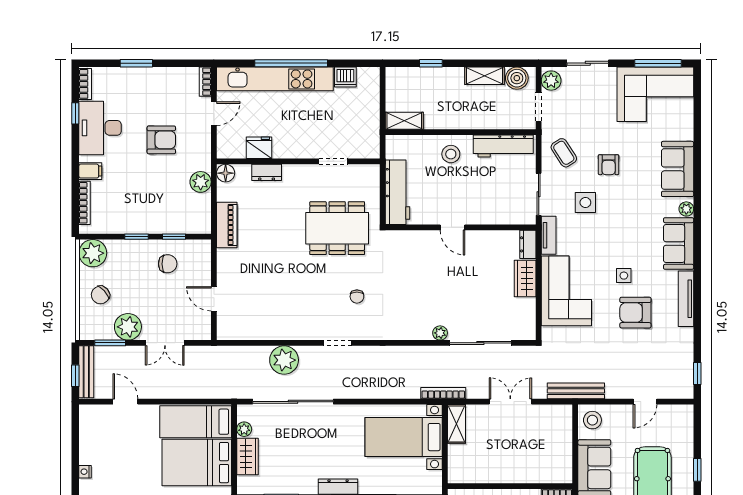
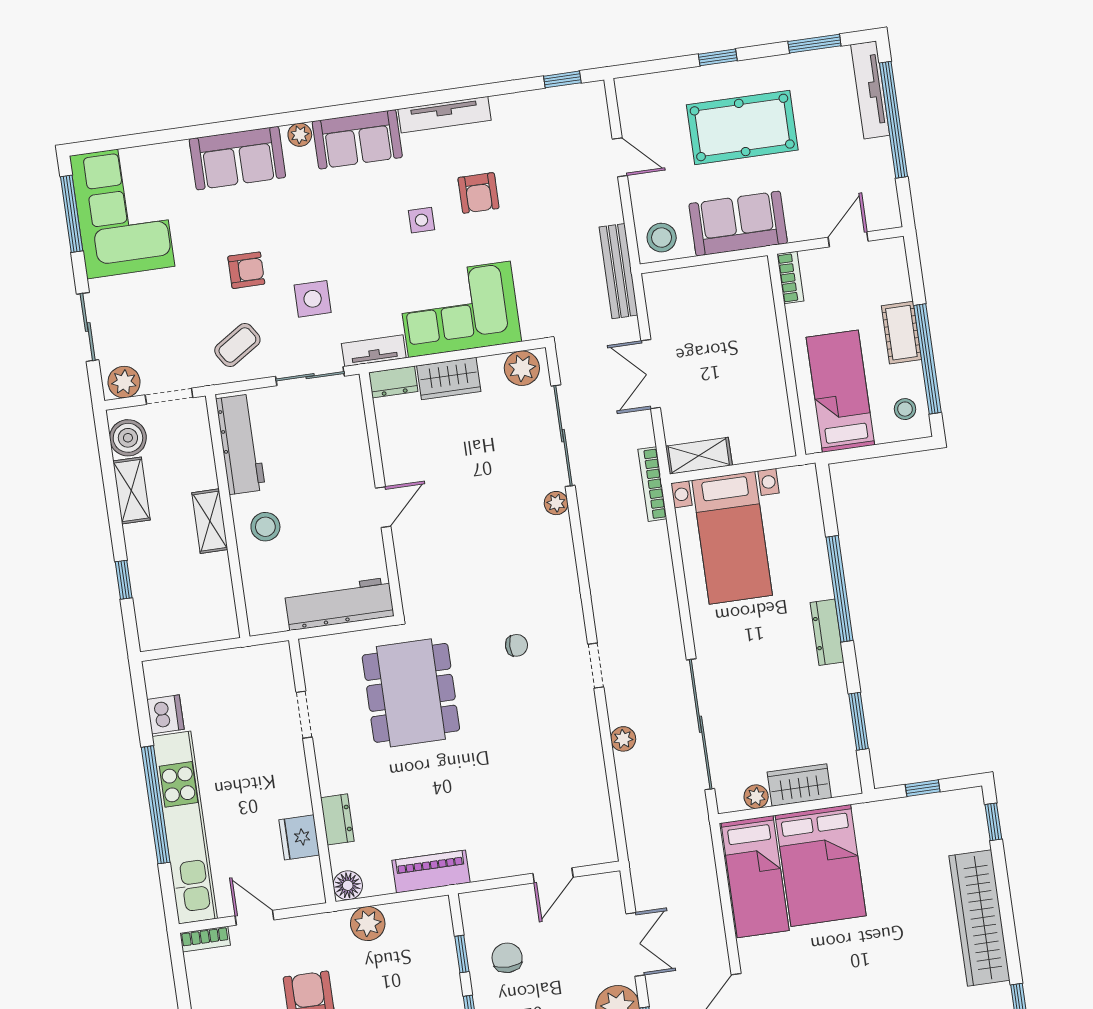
shelving: (404, 121) -> (210, 521), moved
armchair: (635, 313) -> (478, 193), width x0.72, depth x0.72
plant: (525, 324) -> (522, 368), added
plant: (284, 360) -> (623, 739), width x0.53, depth x0.53

